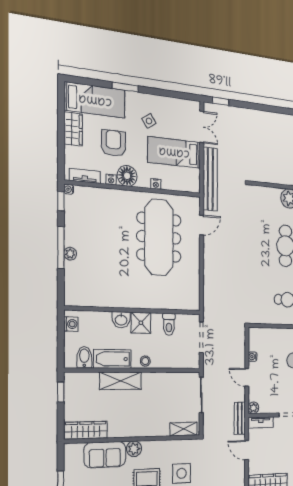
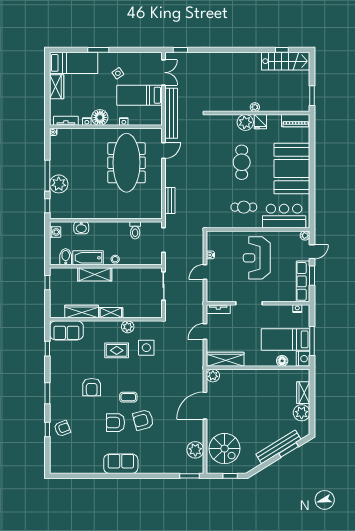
armchair: (113, 143) -> (89, 94), removed
window: (61, 201) -> (47, 206), moved
plant: (70, 254) -> (59, 184), width x1.87, depth x1.87
washbasin: (121, 320) -> (81, 228), moved
shower: (141, 323) -> (111, 230), removed
door: (247, 377) -> (205, 272), hinge flipped
plant: (253, 408) -> (211, 297), removed
bench: (240, 418) -> (170, 200), moved
shelving: (183, 429) -> (111, 313), moved
wardrobe: (86, 430) -> (82, 311), moved
plant: (134, 449) -> (128, 327), moved
door: (247, 450) -> (205, 331), hinge flipped
sofa: (105, 455) -> (66, 330), moved

